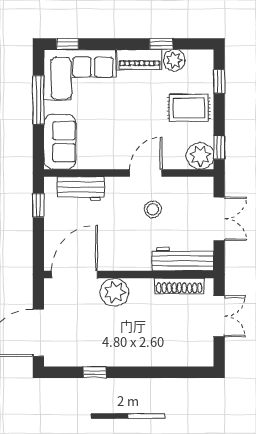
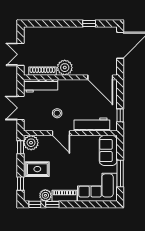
window: (68, 44) -> (35, 204), moved
door: (146, 173) -> (61, 133), hinge flipped
workbench: (81, 189) -> (92, 124), width x1.38
door: (74, 274) -> (100, 77), hinge flipped
plant: (115, 292) -> (65, 68), moved

